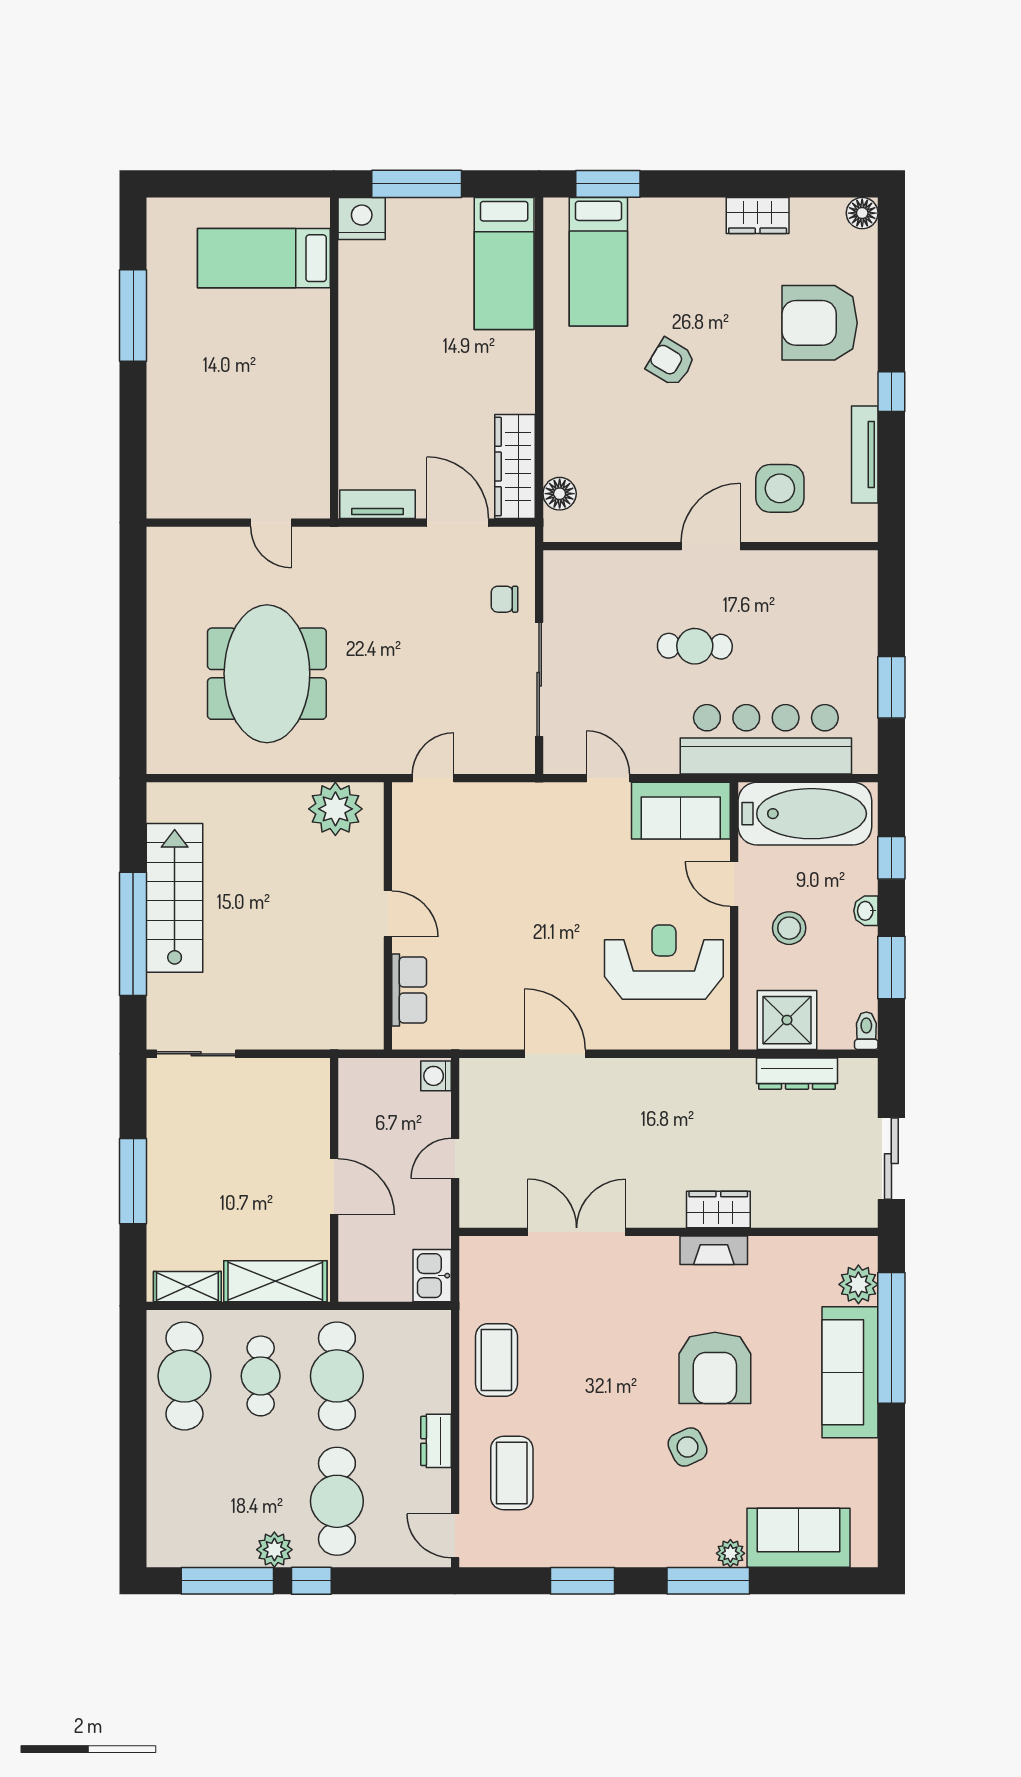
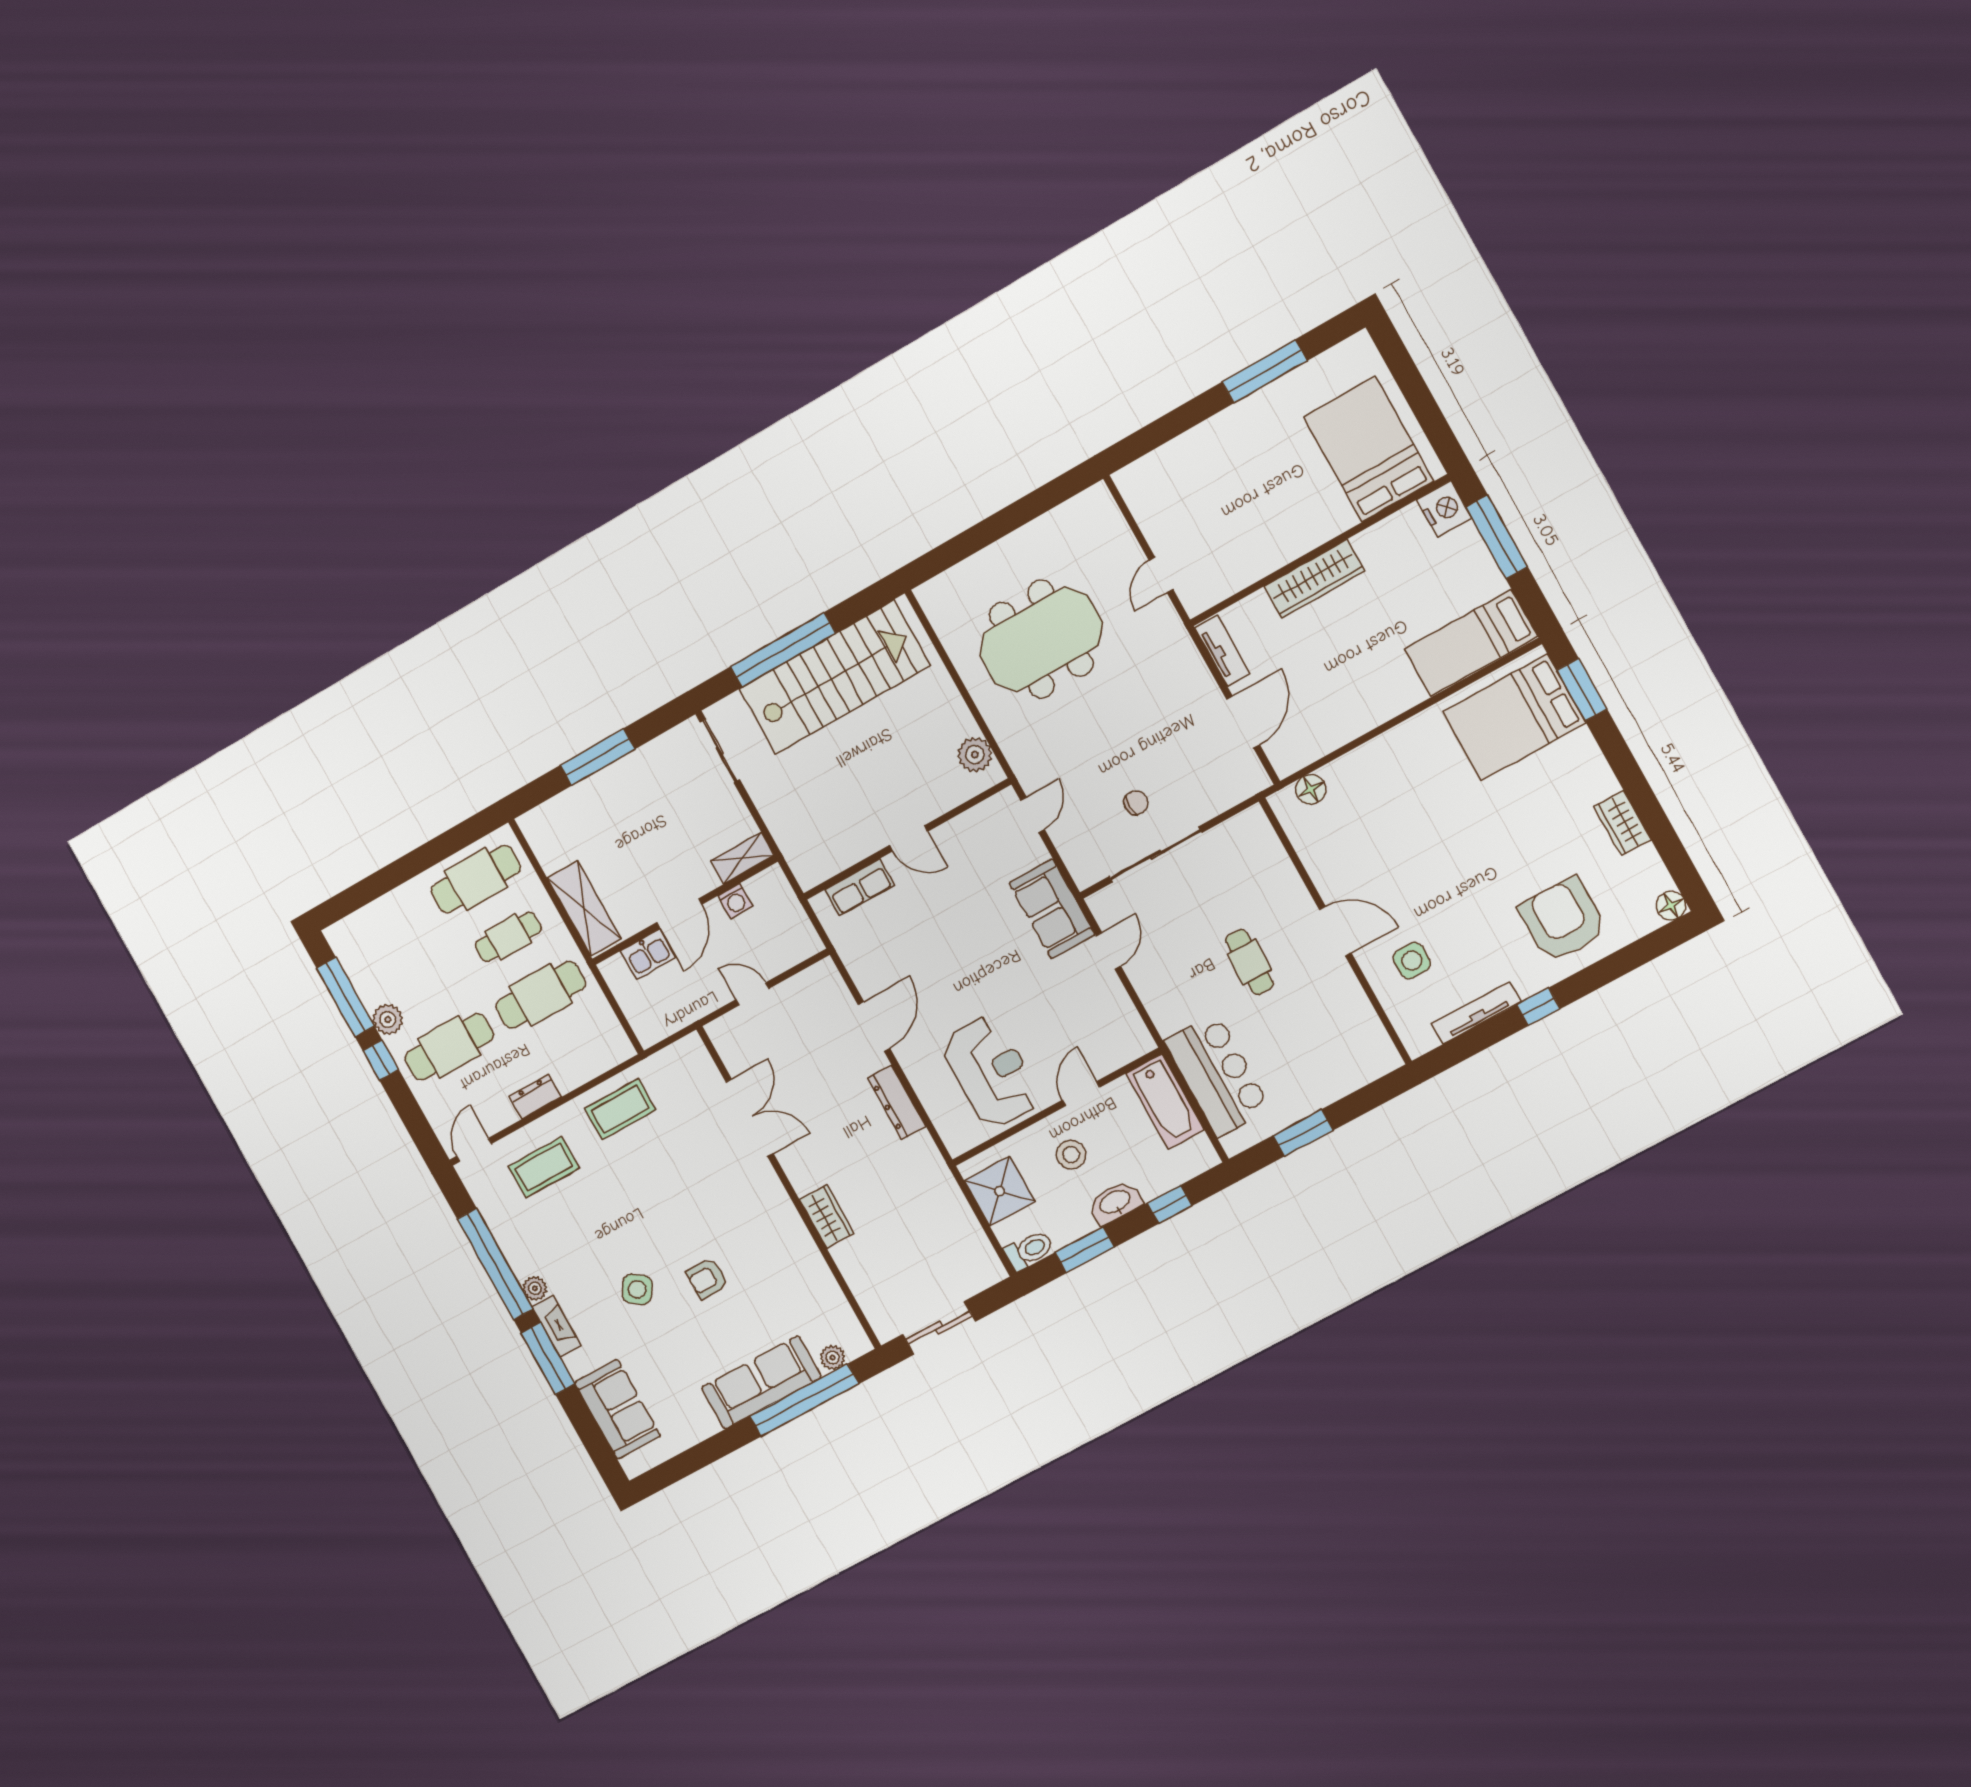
bed: (264, 258) -> (1369, 449), width x1.50
bed: (598, 262) -> (1514, 717), width x1.50
armchair: (671, 362) -> (1465, 819), removed
wardrobe: (515, 467) -> (1314, 579), moved, turned 180
side table: (780, 488) -> (1412, 961), width x0.73, depth x0.73
chair: (505, 599) -> (1136, 803), moved, turned 90
bar counter: (766, 739) -> (1217, 1075), width x0.73
door: (433, 778) -> (1032, 815), hinge flipped
plant: (335, 809) -> (975, 755), width x0.73, depth x0.73
sofa: (681, 811) -> (1052, 909), moved
bathtub: (805, 814) -> (1165, 1102), width x0.73, depth x0.73
stairs: (175, 898) -> (835, 677), width x1.36, depth x1.51
washbasin: (866, 911) -> (1115, 1203), width x1.91, depth x1.45
door: (388, 914) -> (908, 838), hinge flipped
toilet: (866, 1031) -> (1029, 1250), width x1.37, depth x1.39
dresser: (797, 1074) -> (897, 1102), moved
washing machine: (436, 1076) -> (735, 901), moved, turned 180
fireplace: (714, 1250) -> (556, 1326), moved, turned 180
kitchen sink: (432, 1276) -> (648, 954), moved, turned 180
plant: (858, 1284) -> (833, 1358), width x0.73, depth x0.73
shelving: (187, 1287) -> (742, 858), moved, turned 90
armchair: (715, 1368) -> (707, 1278), width x0.53, depth x0.53
side table: (688, 1447) -> (637, 1289), turned -30
plant: (730, 1553) -> (535, 1288), moved
window: (583, 1581) -> (495, 1264), width x2.11

